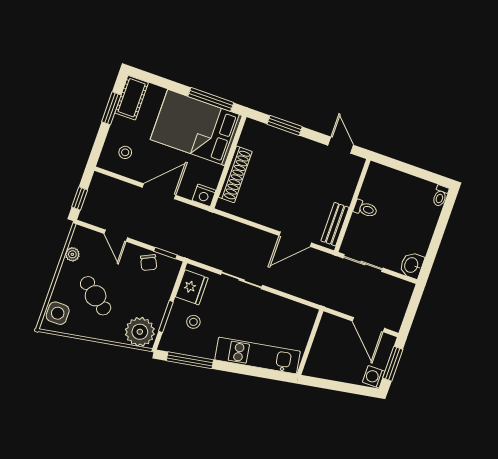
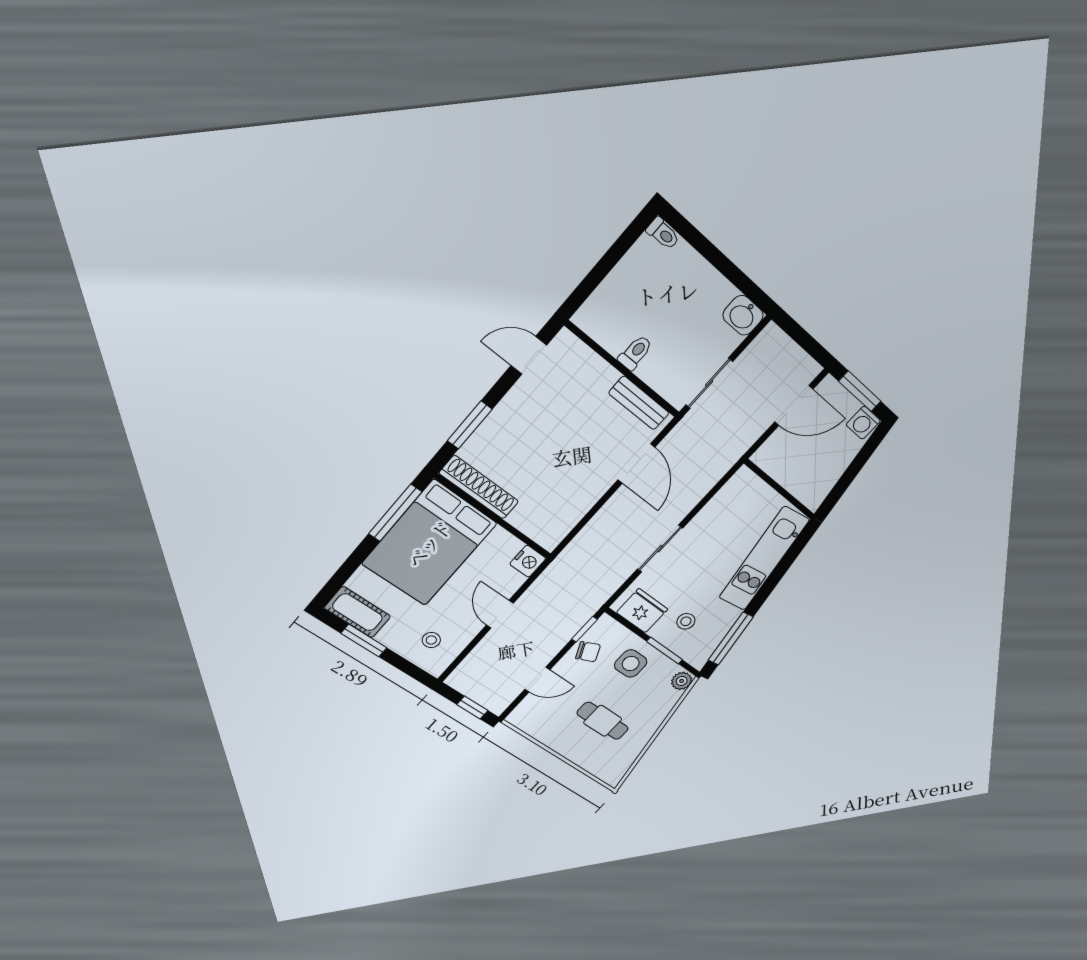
shoe rack: (235, 174) -> (479, 487), moved
door: (159, 191) -> (500, 614), width x0.73
plant: (72, 254) -> (540, 733), removed
cafe table: (96, 296) -> (603, 721), turned 52
side table: (58, 313) -> (631, 664), moved
plant: (140, 332) -> (682, 681), width x0.53, depth x0.53

